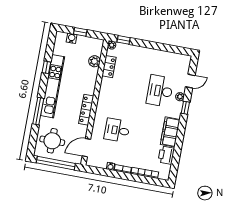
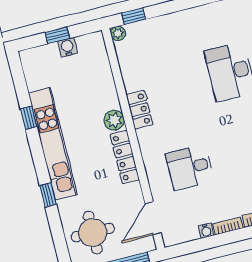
water cooler: (72, 38) -> (67, 47), moved
plant: (94, 61) -> (114, 120), moved
locker: (109, 67) -> (140, 110), moved
window: (38, 111) -> (48, 195), width x0.46

